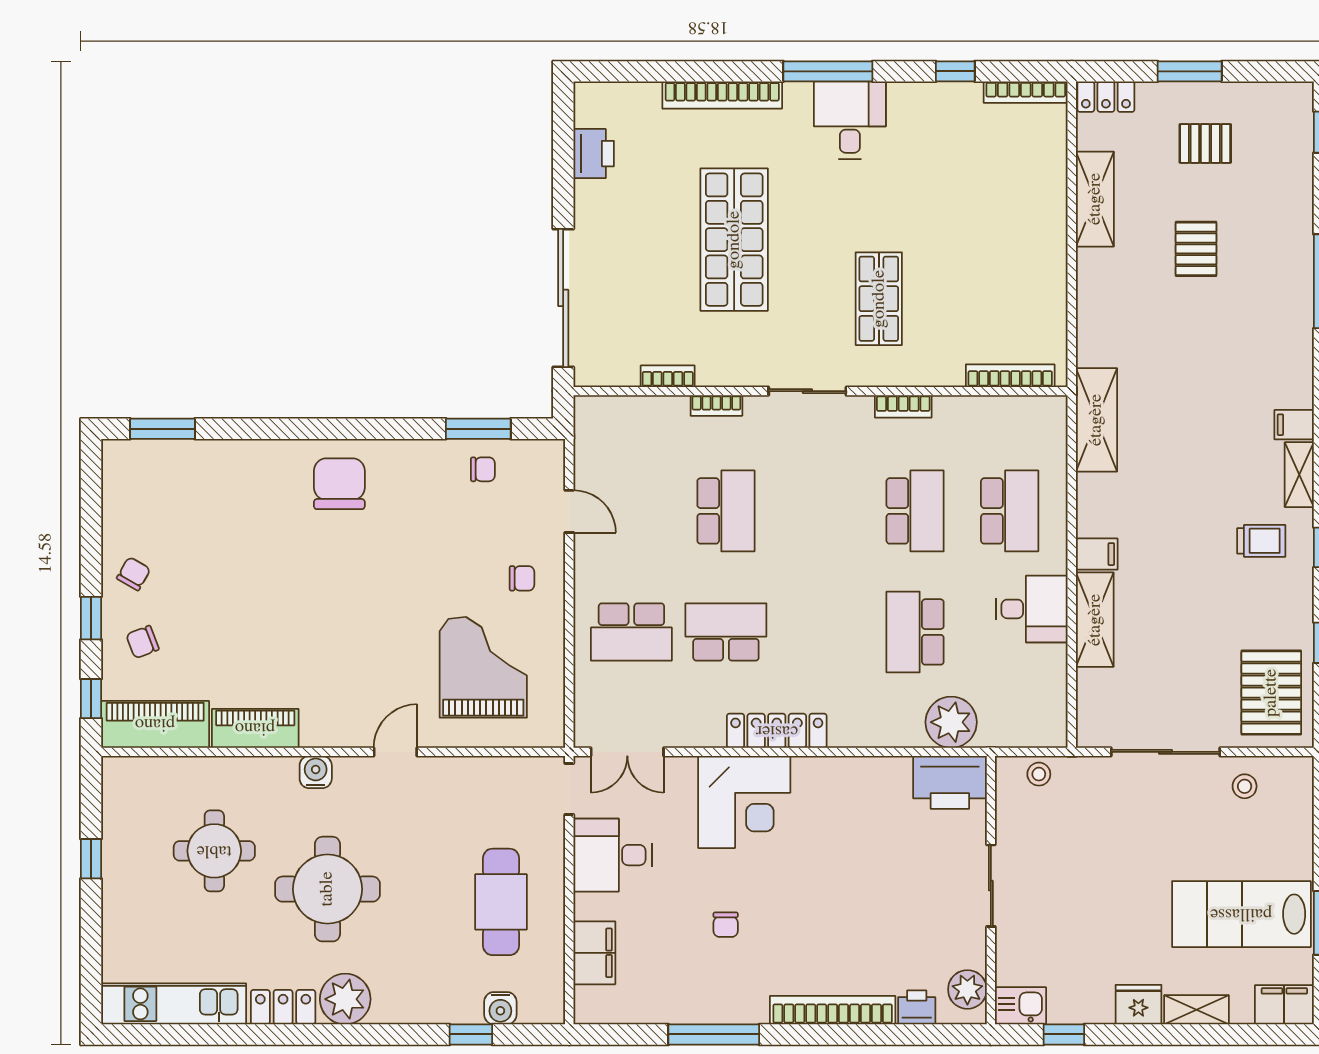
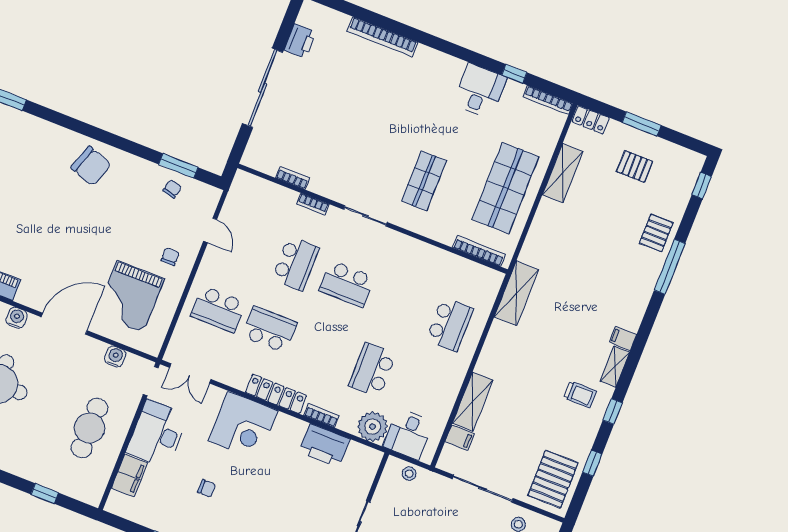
window: (828, 71) -> (445, 46), removed
desk: (850, 120) -> (480, 91), moved
shop shelf: (734, 240) -> (505, 188), moved
pallet: (1196, 249) -> (656, 233), moved
sliding door: (563, 298) -> (262, 88), moved
bookcase: (903, 406) -> (321, 415), moved, turned 180
chair: (483, 469) -> (172, 189), turned -76
chair: (339, 484) -> (91, 166), turned 108
school desk: (915, 511) -> (347, 284), moved, turned 90
filing cabinet: (1097, 554) -> (460, 438), moved
chair: (522, 578) -> (170, 257), turned -90
desk: (1032, 609) -> (408, 434), moved, turned 90
grand piano: (483, 667) -> (130, 297), turned 180
door: (395, 752) -> (64, 324), width x1.88
printer: (950, 782) -> (324, 445), moved
desk: (613, 855) -> (157, 434), width x1.37
chair: (726, 925) -> (207, 488), turned -90
water cooler: (500, 1008) -> (115, 357), moved, turned 180

